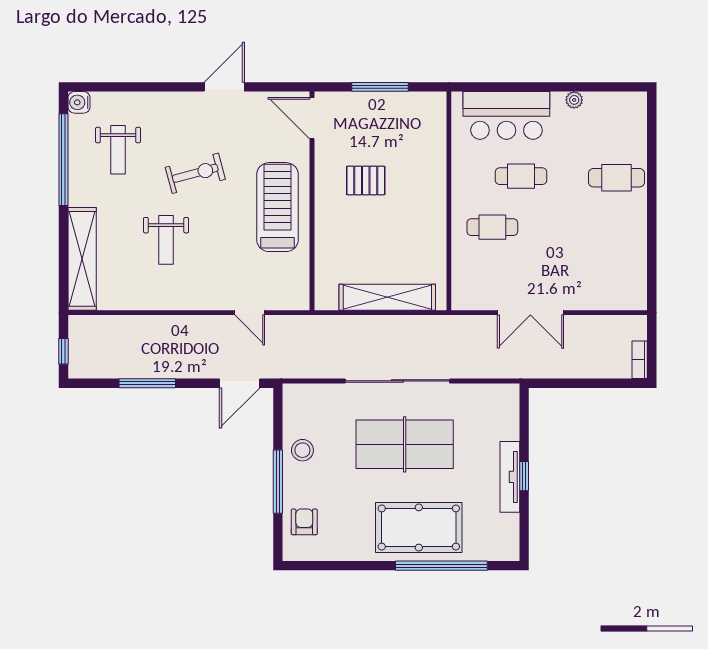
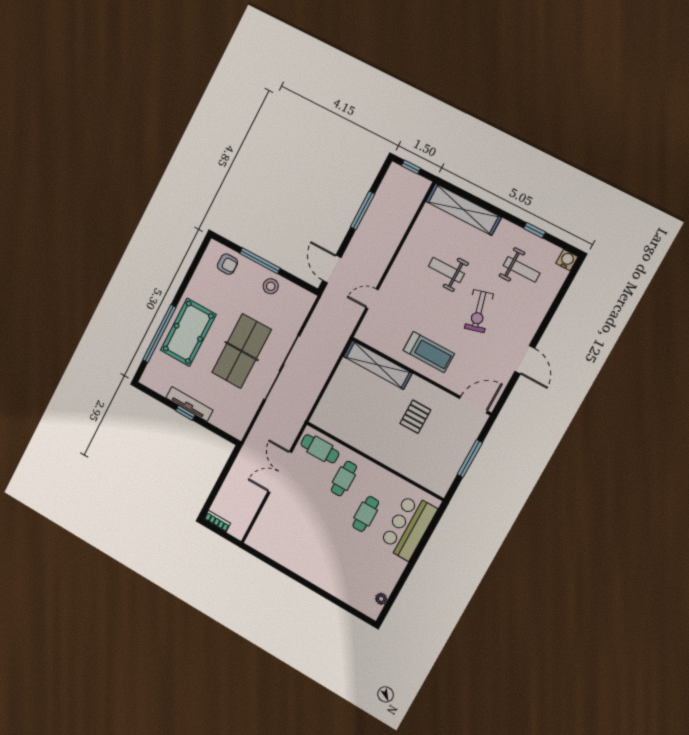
plant: (574, 100) -> (381, 599), moved
weight bench: (118, 150) -> (522, 269), turned 180
window: (63, 160) -> (535, 230), width x0.32
cafe table: (617, 178) -> (320, 449), moved, turned 90
treadmill: (277, 207) -> (429, 352), width x0.73, depth x0.73
shelving: (387, 297) -> (378, 365), moved, turned 90

